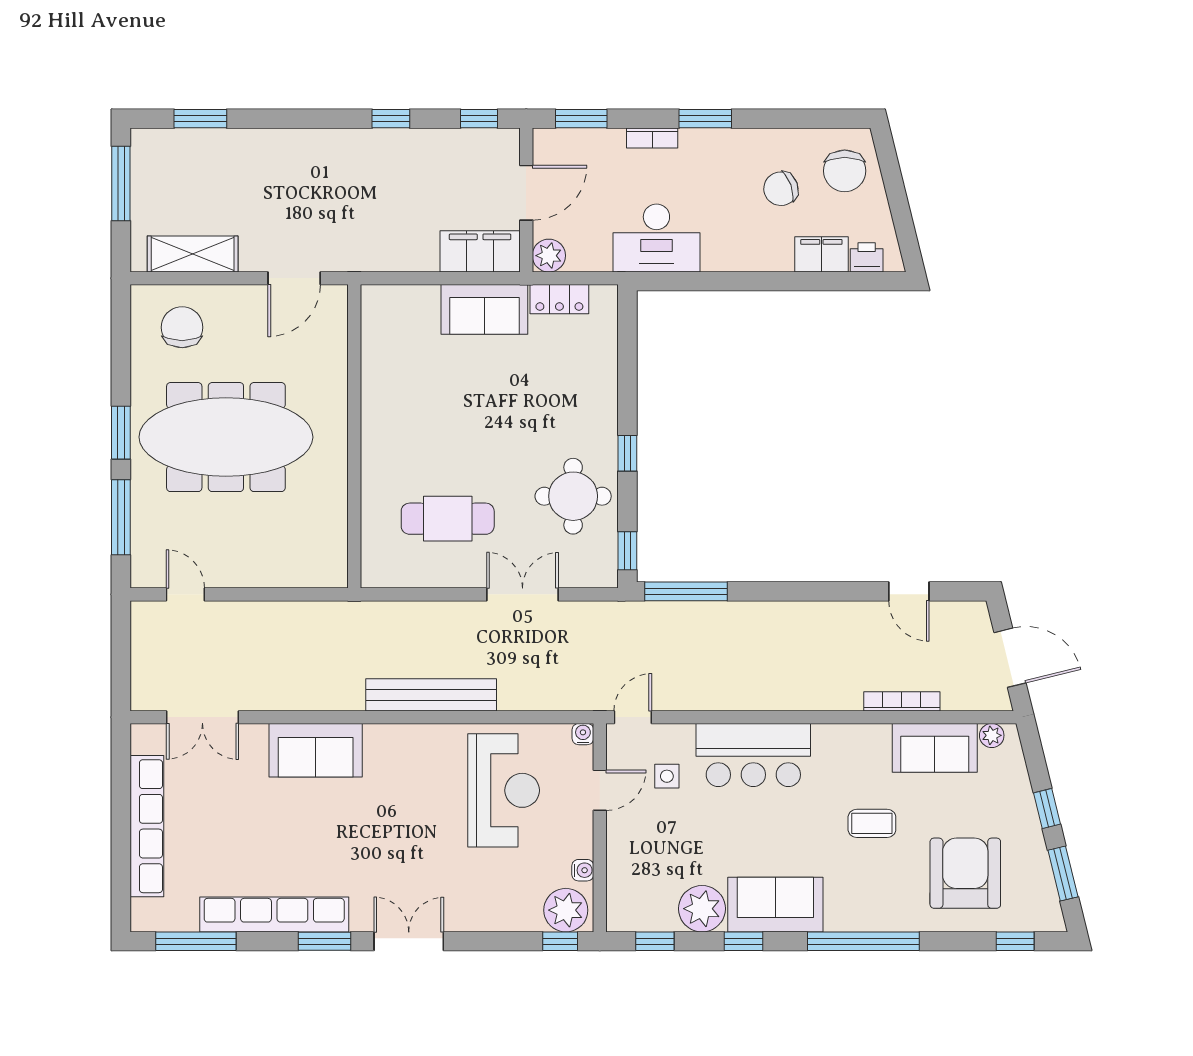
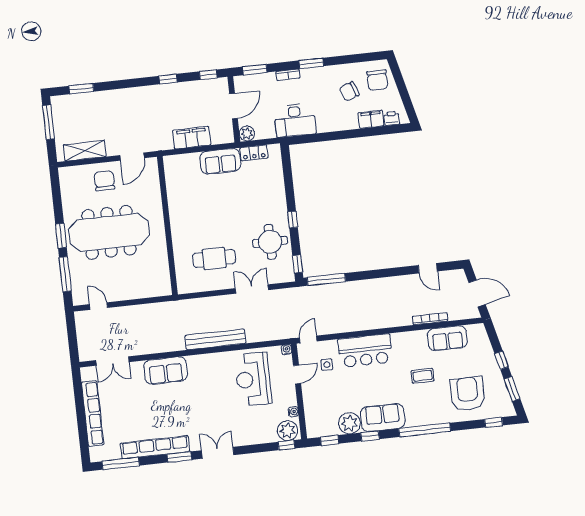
filing cabinet: (480, 251) -> (192, 138), moved
chair: (182, 327) -> (104, 181), moved
plant: (992, 735) -> (473, 330), removed
reception desk: (504, 790) -> (253, 379), turned 180

